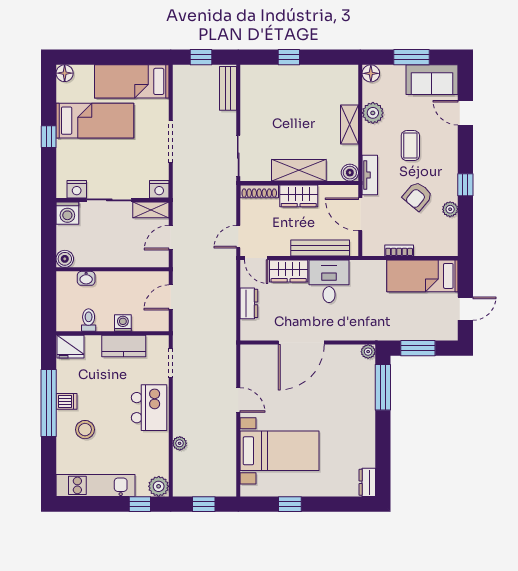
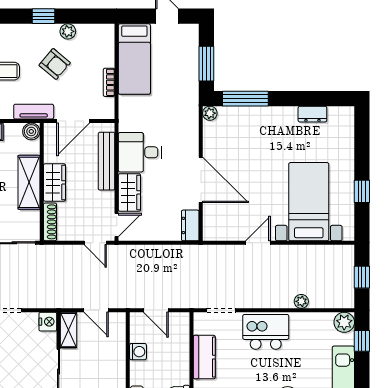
dresser: (249, 303) -> (190, 225), moved, turned -90
washing machine: (123, 323) -> (138, 352), moved, turned 180
dresser: (367, 482) -> (312, 114), moved

